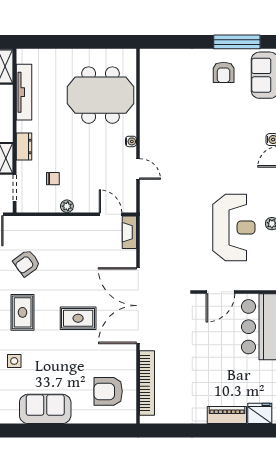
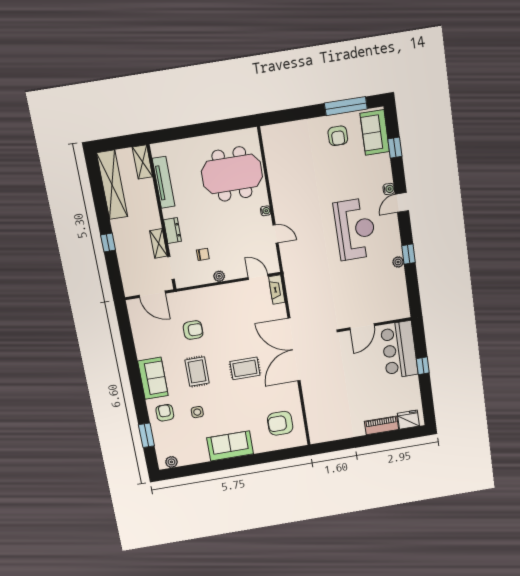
reception desk: (234, 228) -> (355, 229), moved
armchair: (27, 263) -> (193, 330), turned -144
bookcase: (147, 383) -> (311, 411), removed

